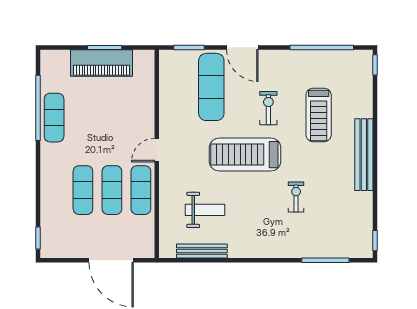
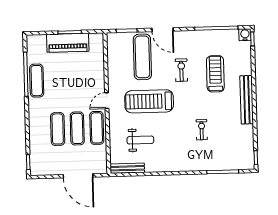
water cooler: (364, 58) -> (245, 35), added
treadmill: (319, 115) -> (215, 74), turned 180
treadmill: (245, 155) -> (149, 101), moved
bench: (202, 251) -> (127, 168), moved

